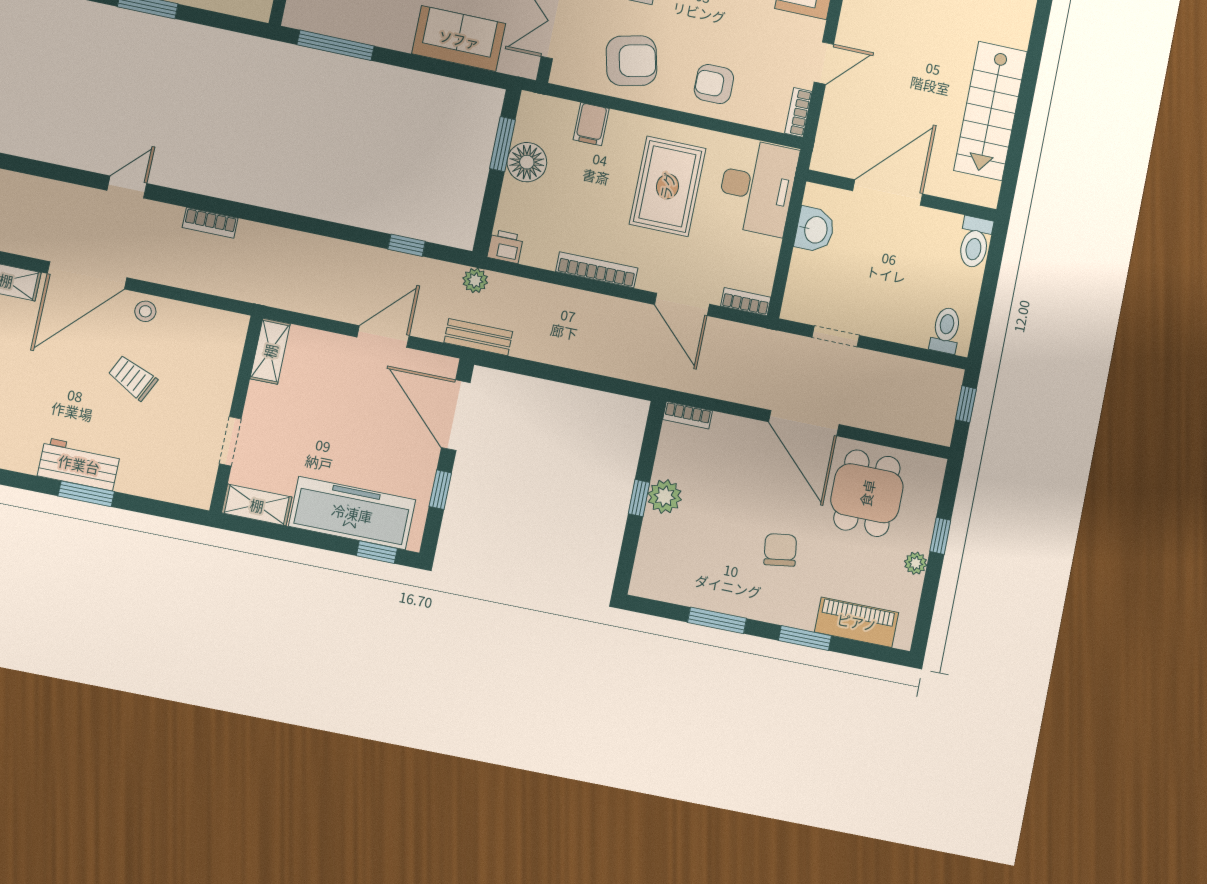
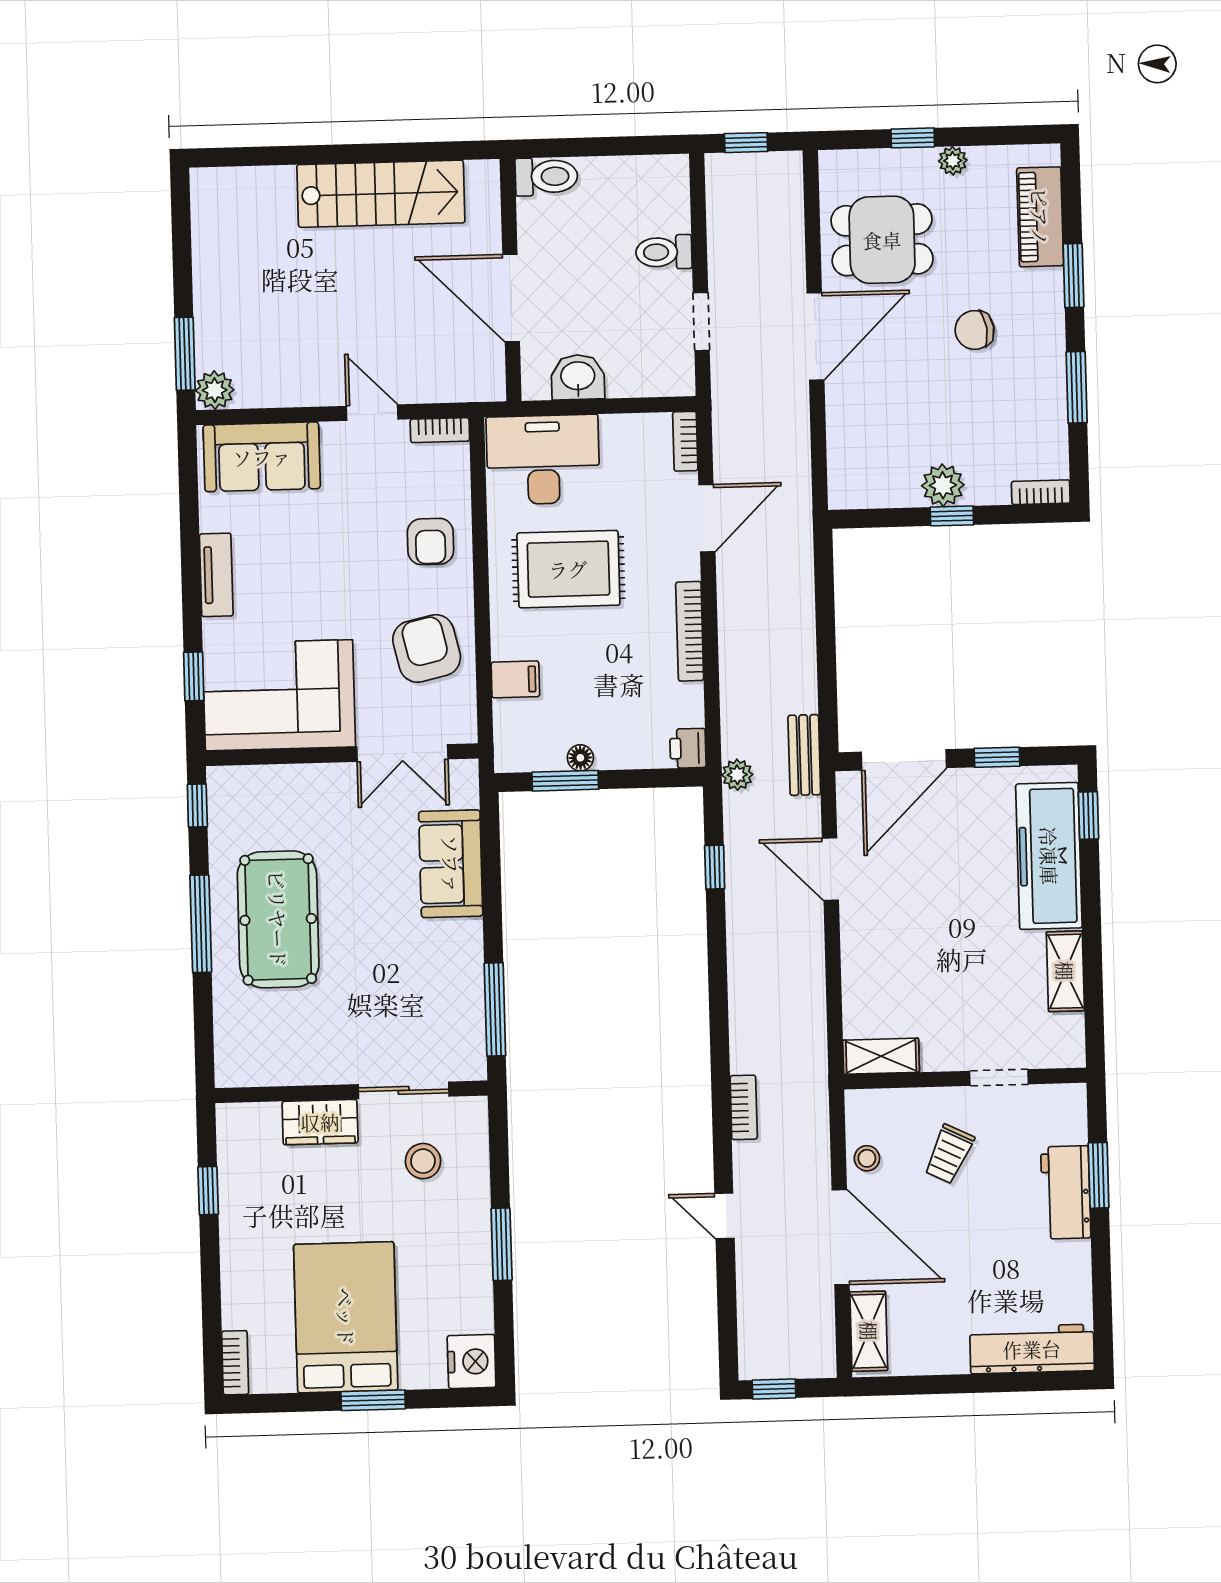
floor lamp: (527, 162) -> (580, 758), width x0.53, depth x0.53
toilet: (946, 330) -> (664, 252), moved
shelving: (270, 351) -> (881, 1056), moved
wall: (236, 414) -> (965, 1078), moved
bookcase: (687, 415) -> (1041, 492), moved, turned -90
doorway: (230, 441) -> (999, 1078), moved

